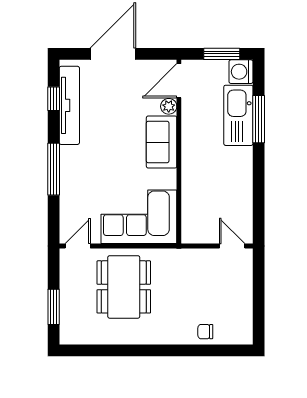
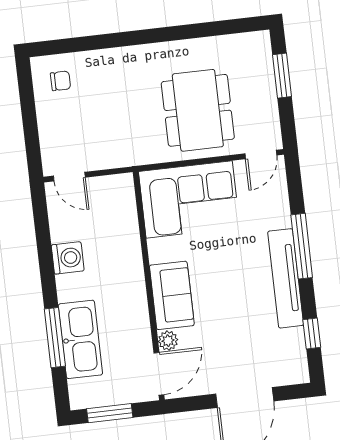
washing machine: (241, 72) -> (68, 258), moved
tv unit: (69, 105) -> (286, 278), moved
chair: (205, 332) -> (61, 81), moved

